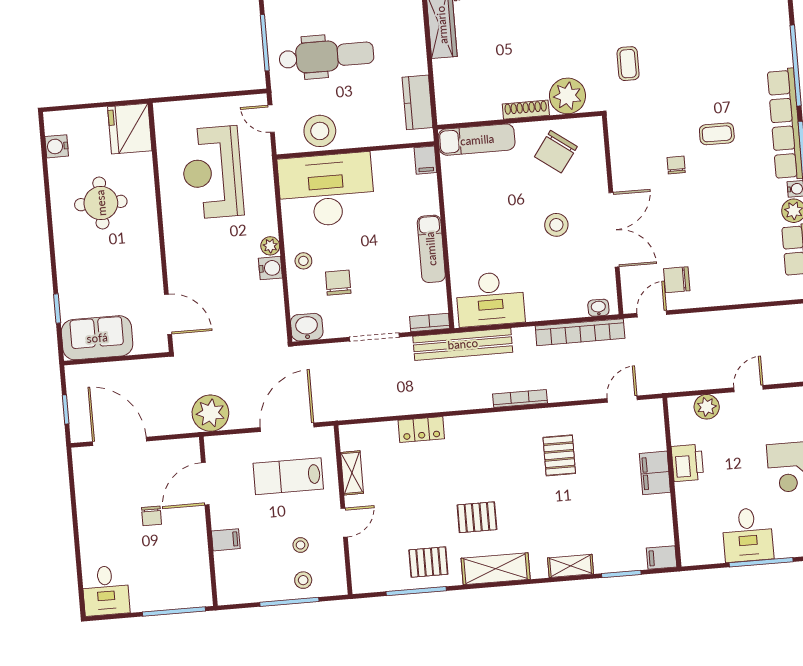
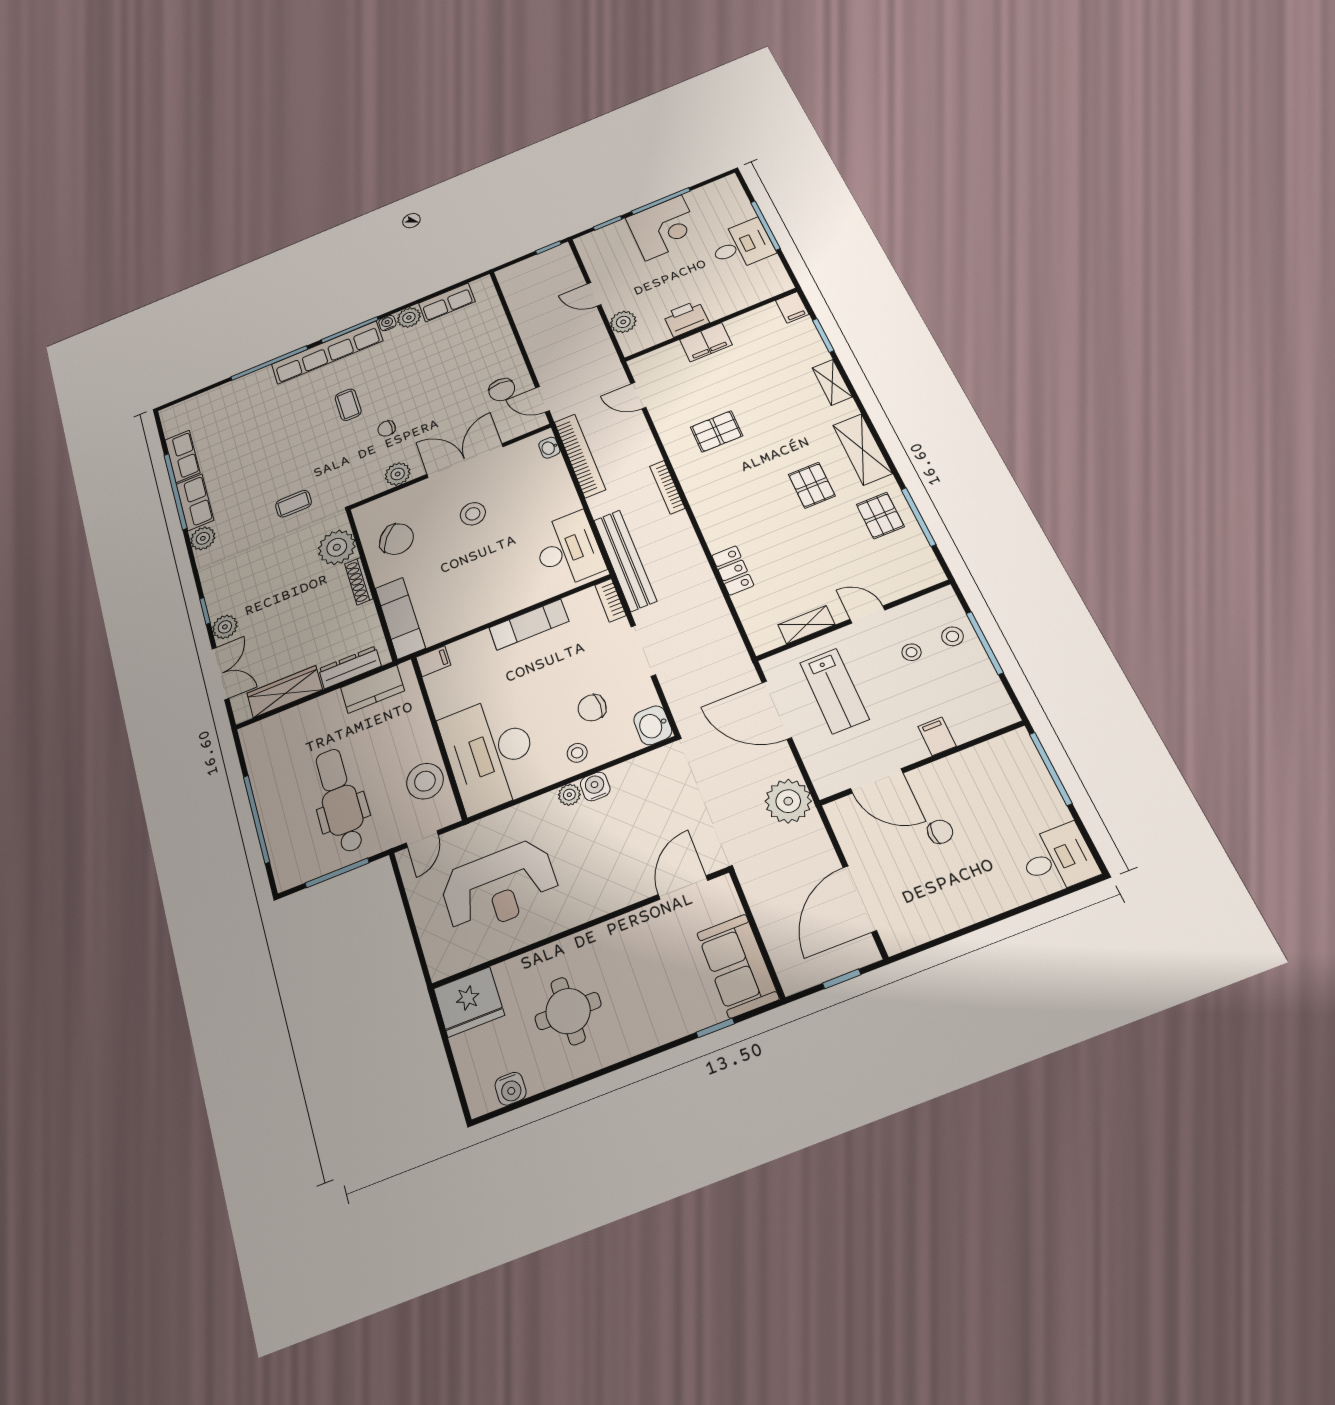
dresser: (445, 87) -> (350, 667), added
plant: (623, 166) -> (398, 474), added

